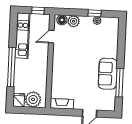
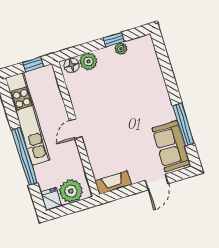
kitchen unit: (23, 36) -> (28, 119), width x1.36
door: (51, 37) -> (76, 129), moved
sofa: (108, 74) -> (171, 146), moved

